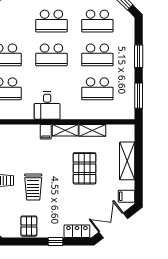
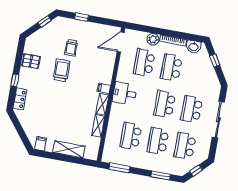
window: (139, 56) -> (161, 176), moved
pallet: (84, 168) -> (69, 114), removed
trolley: (33, 187) -> (62, 70), turned 90
double door: (113, 225) -> (19, 129), removed

